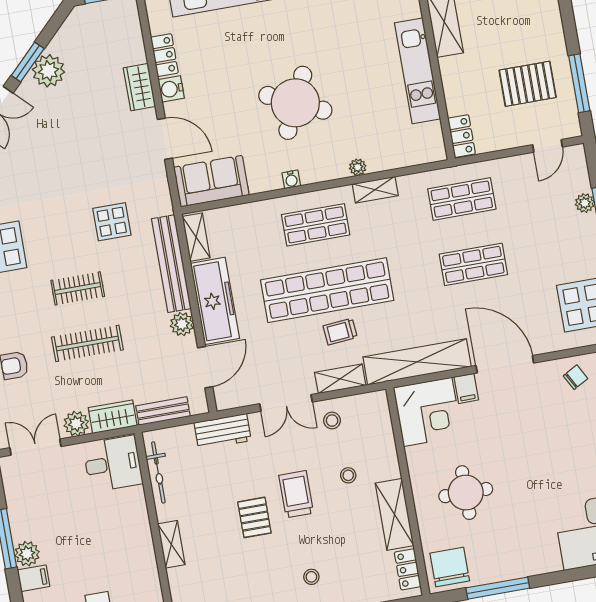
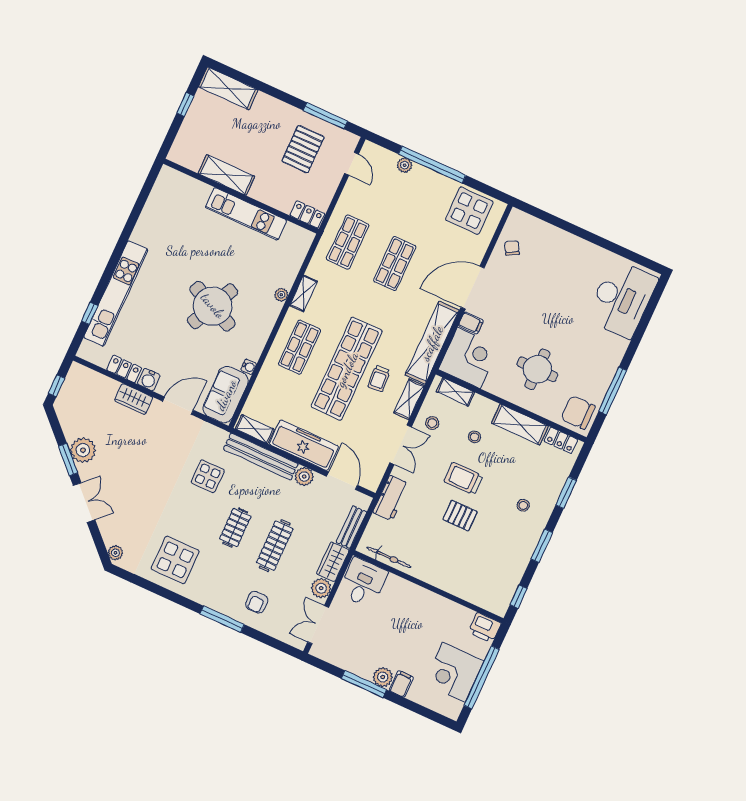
water cooler: (291, 179) -> (249, 367), moved
shelving: (171, 544) -> (455, 392), moved

